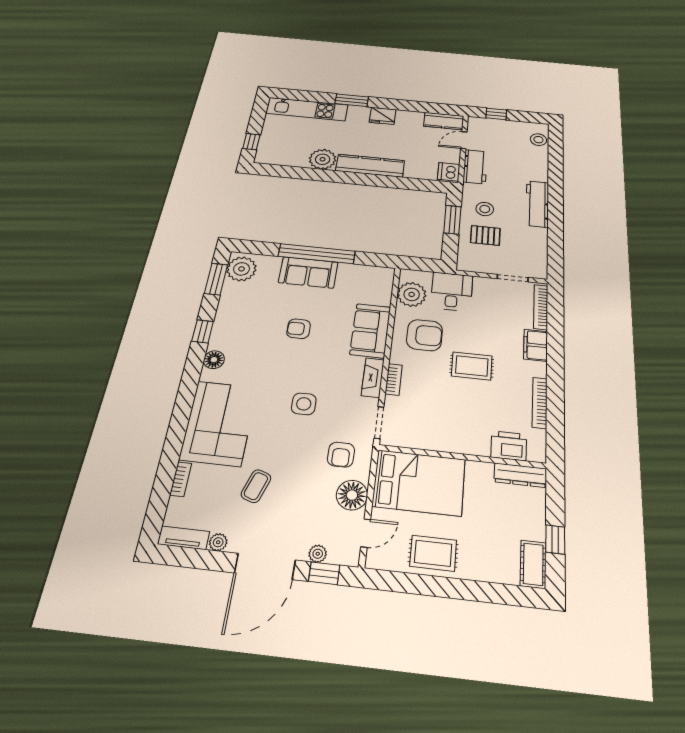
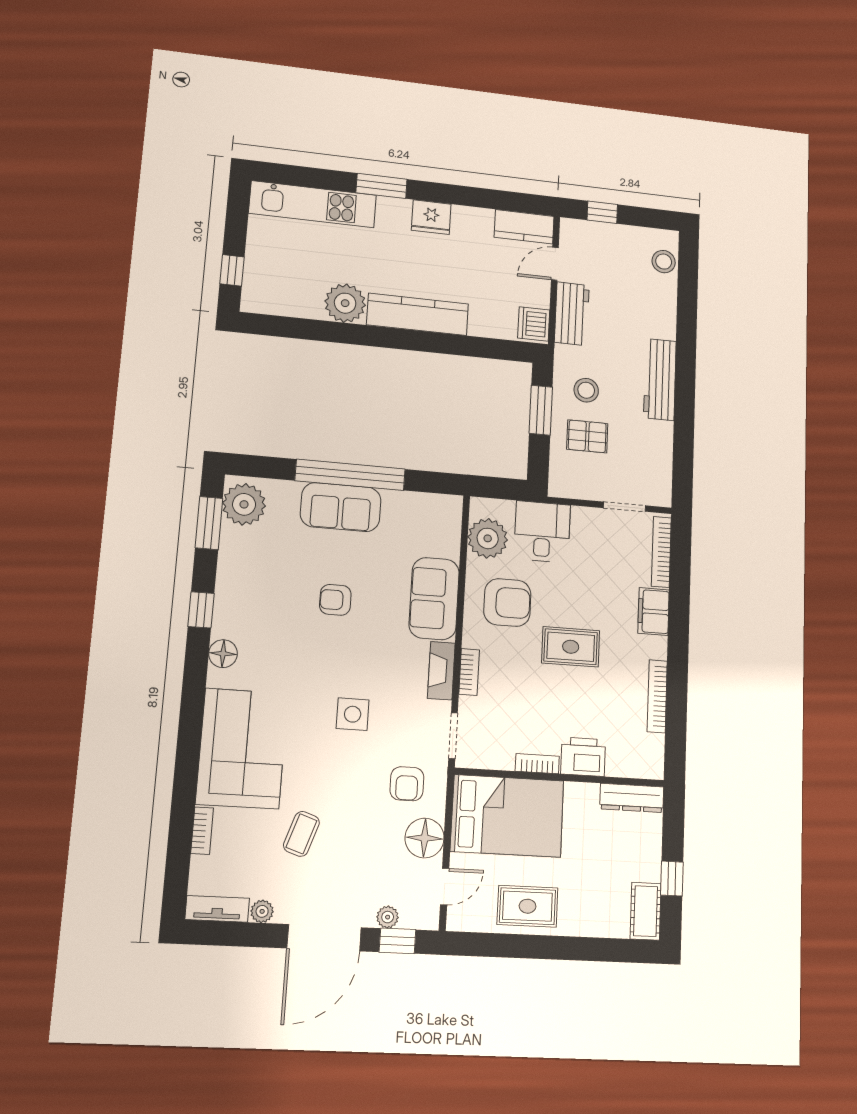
bookcase: (444, 446) -> (537, 764), added
printer: (509, 446) -> (583, 757), moved

